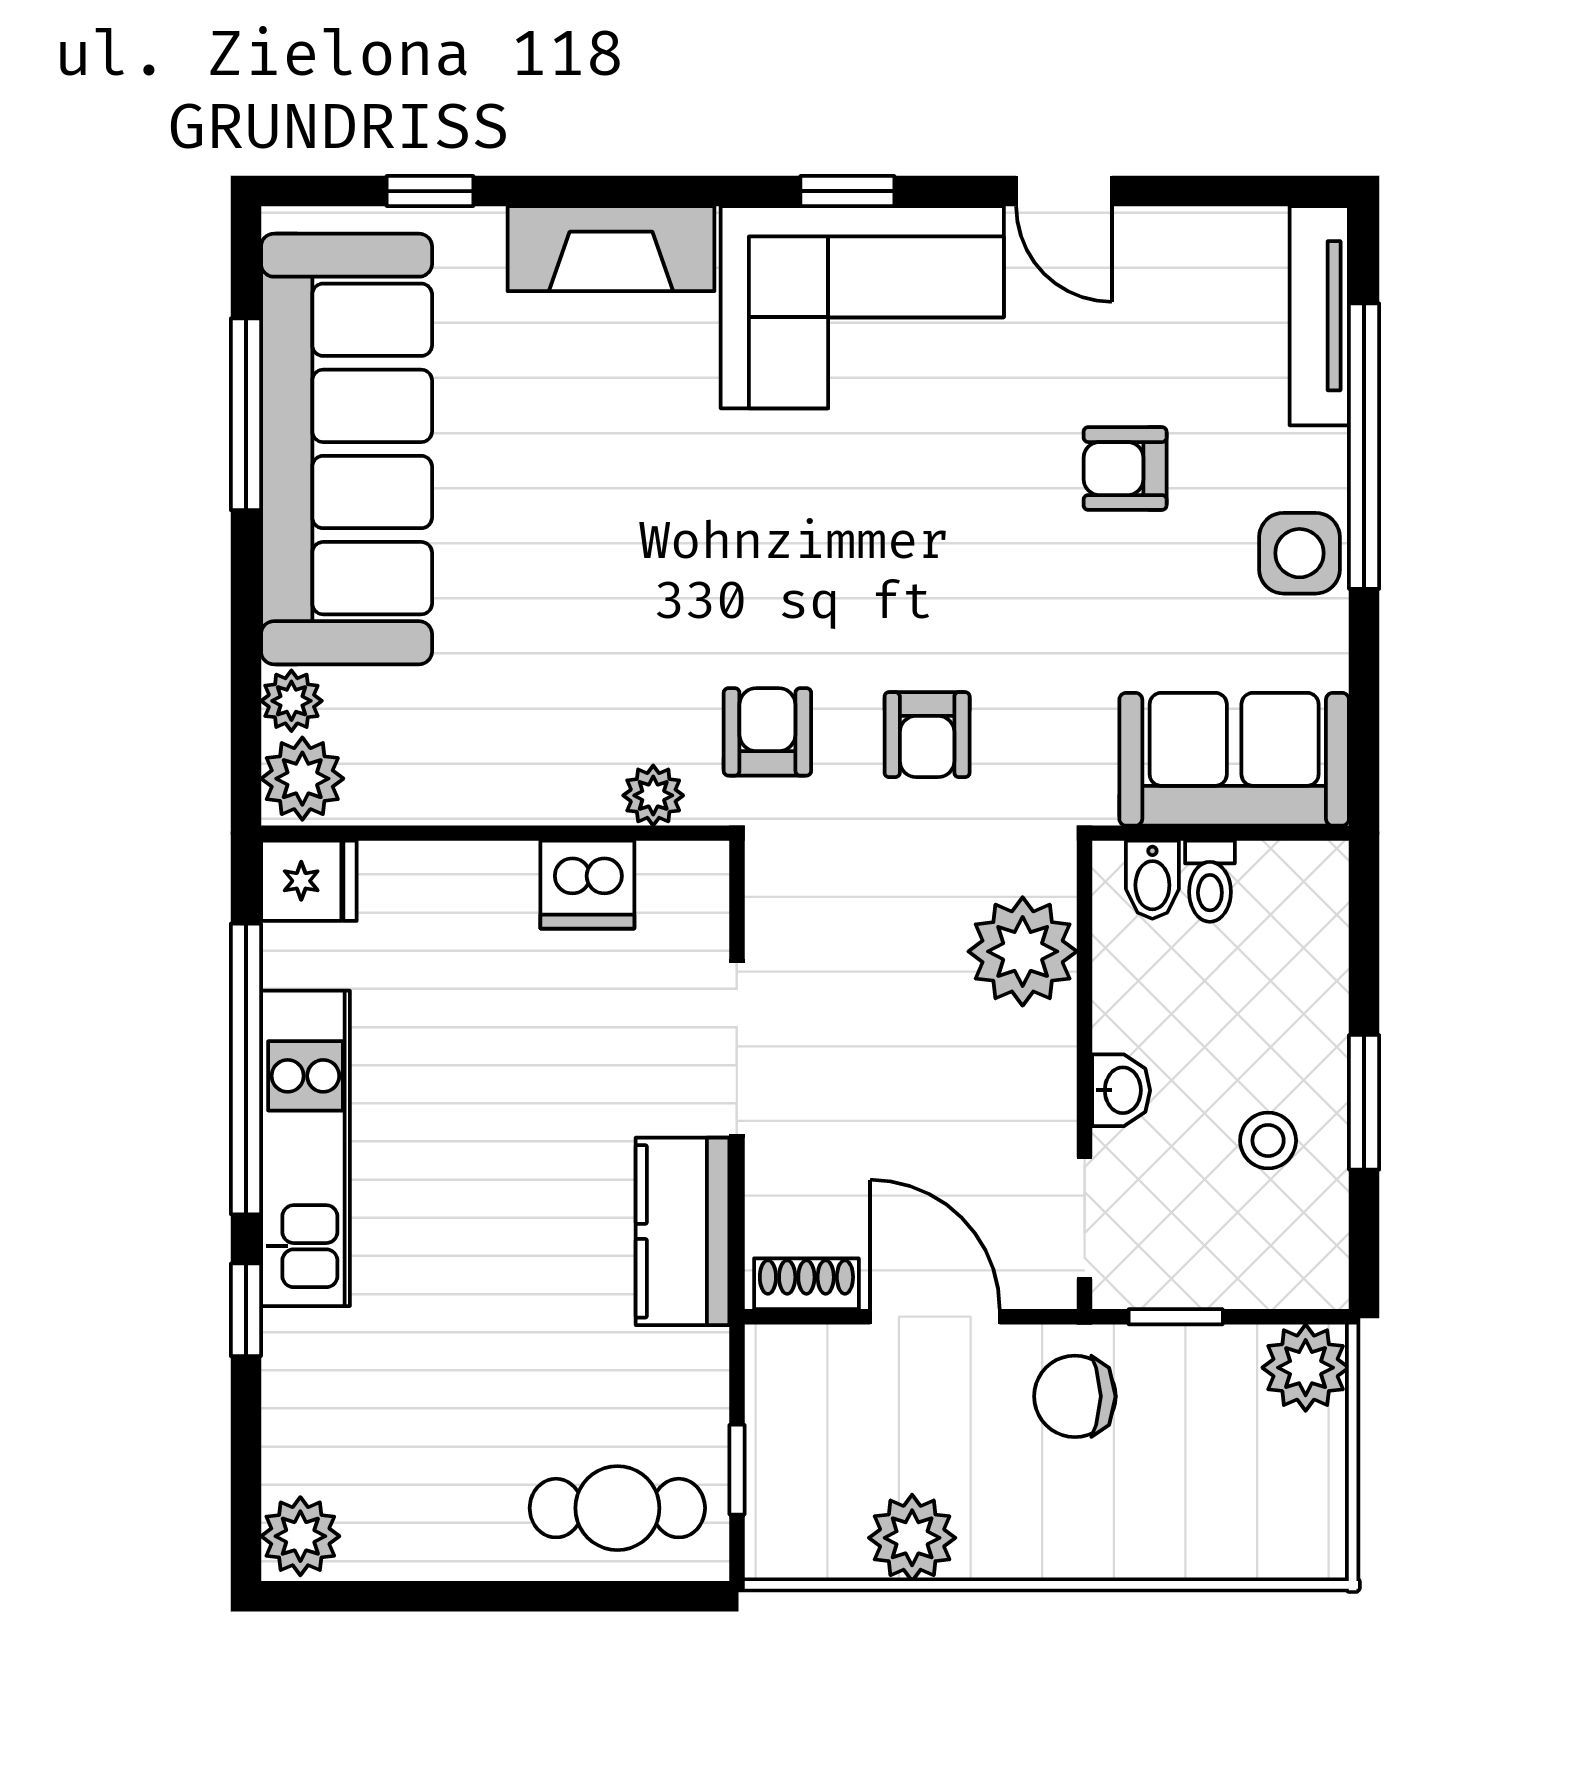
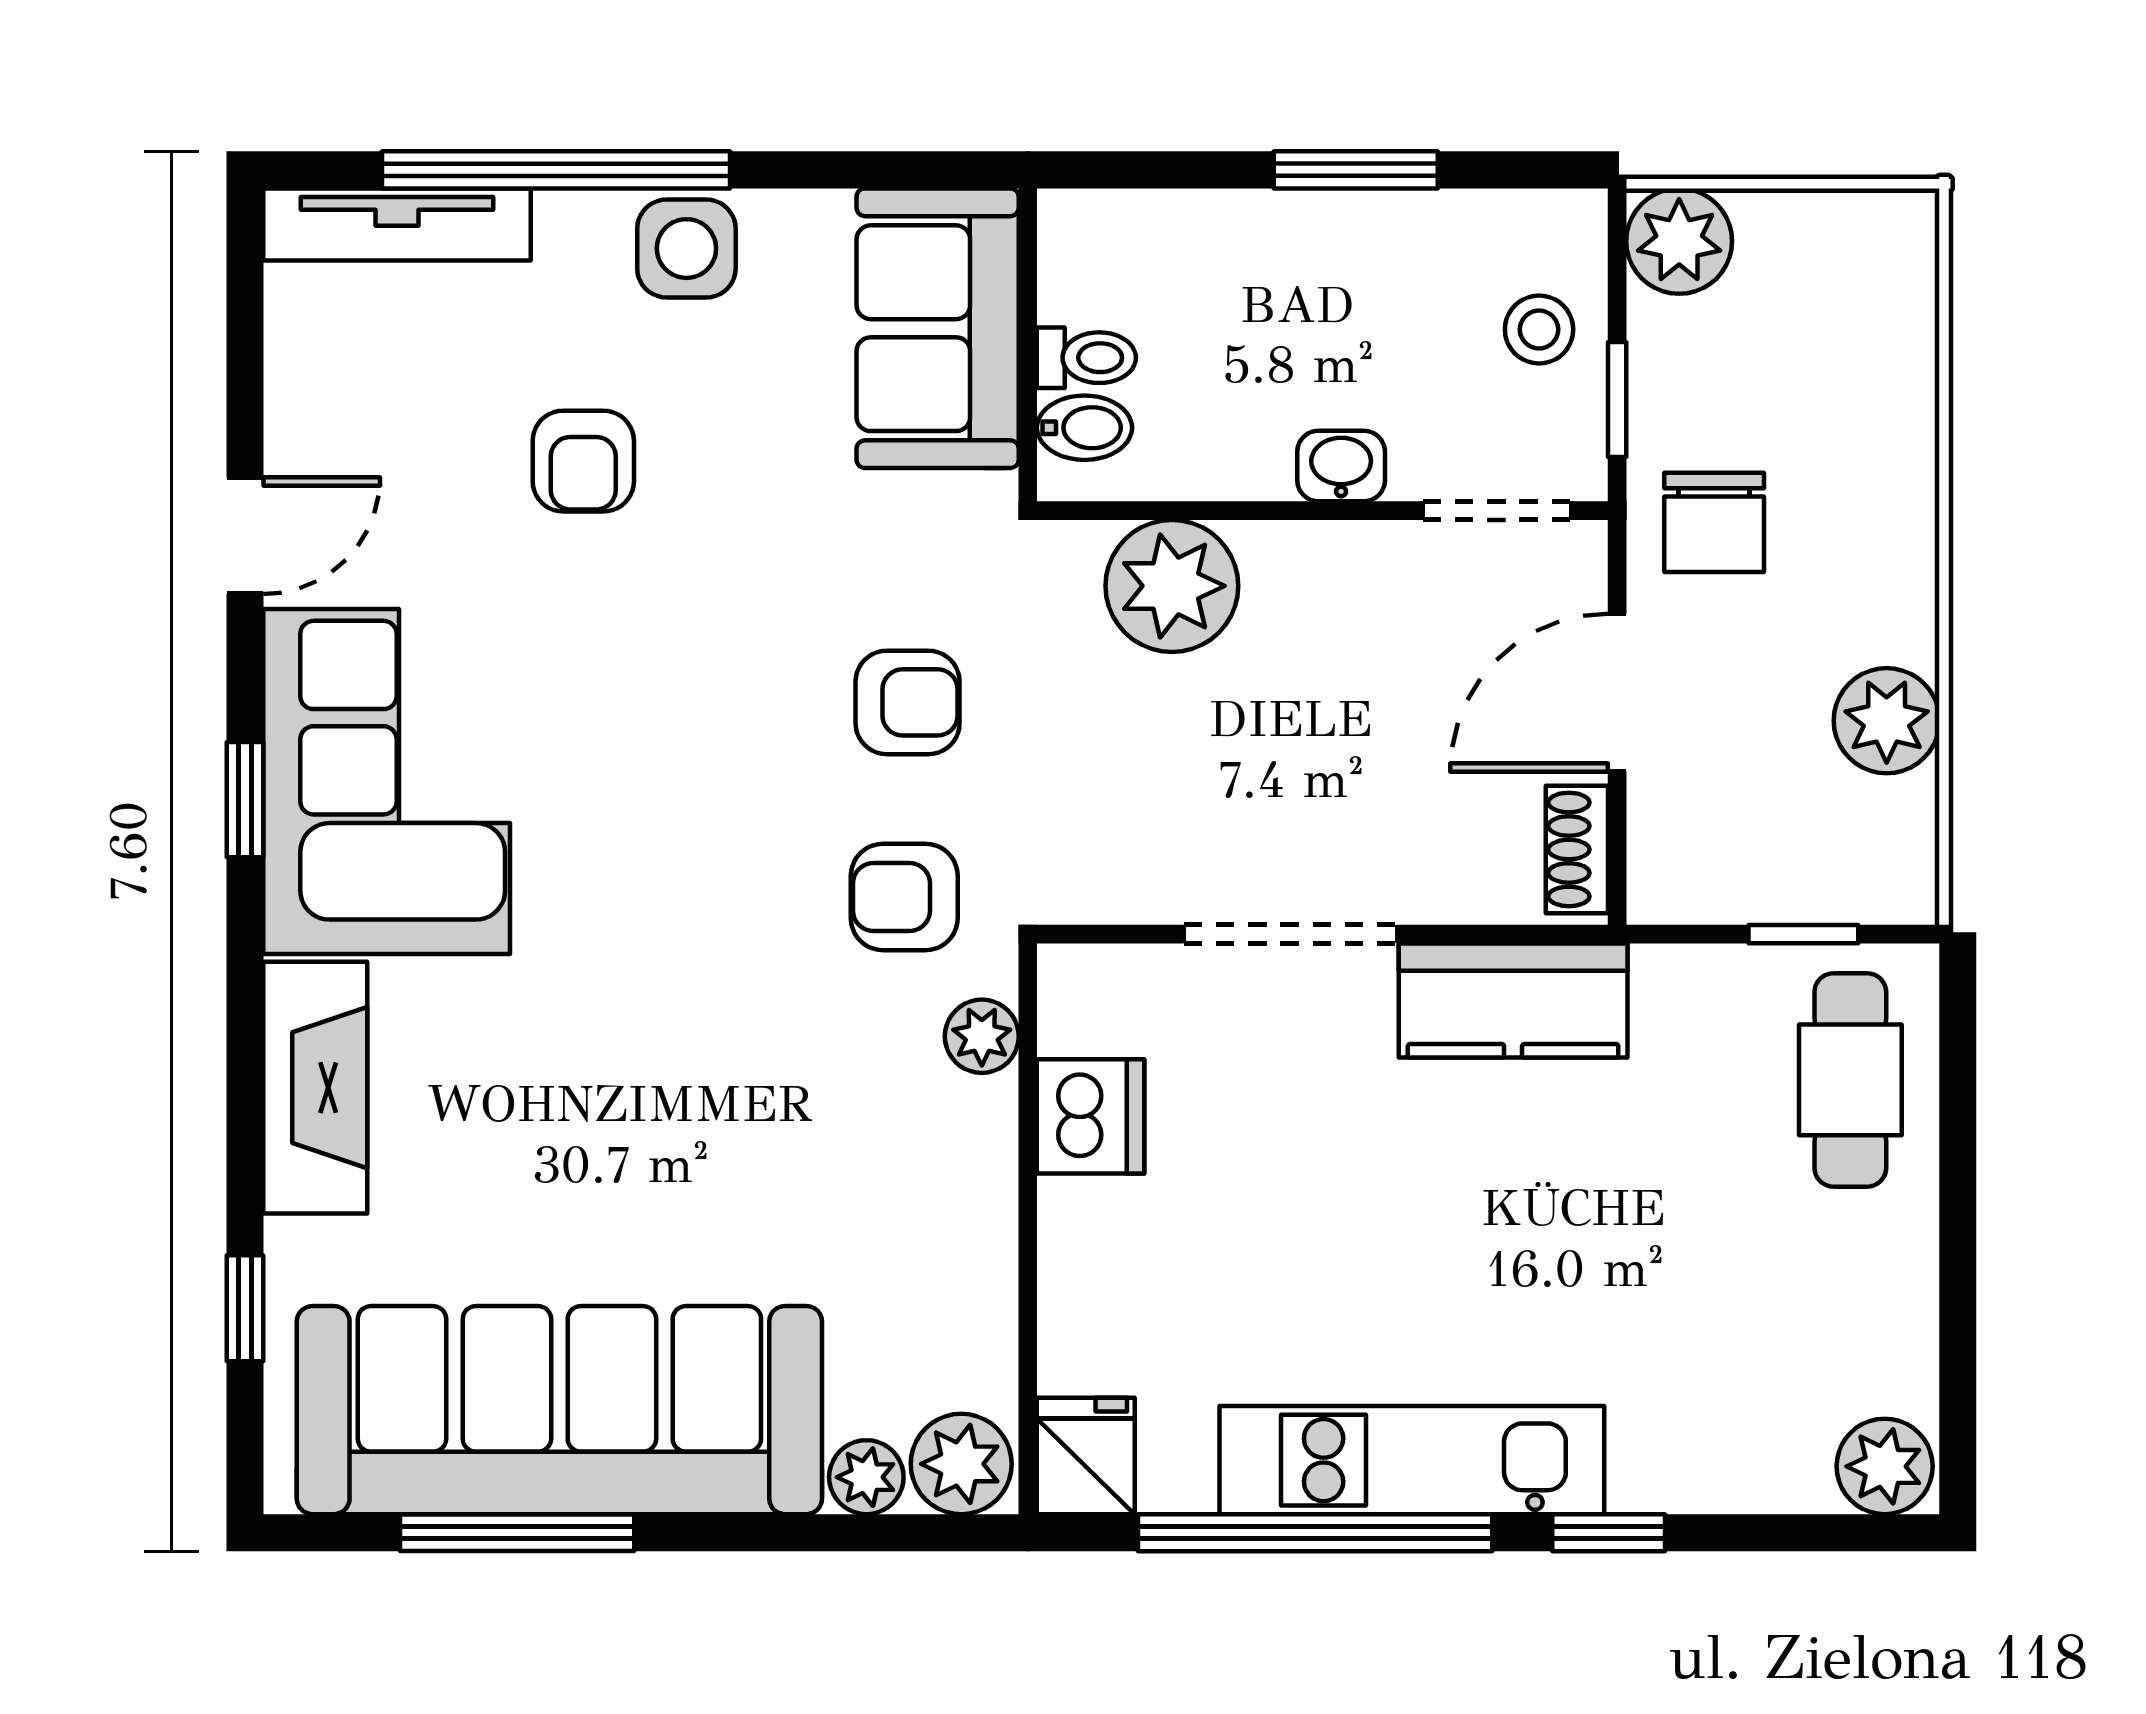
stool: (1268, 1141) -> (1539, 329), moved

